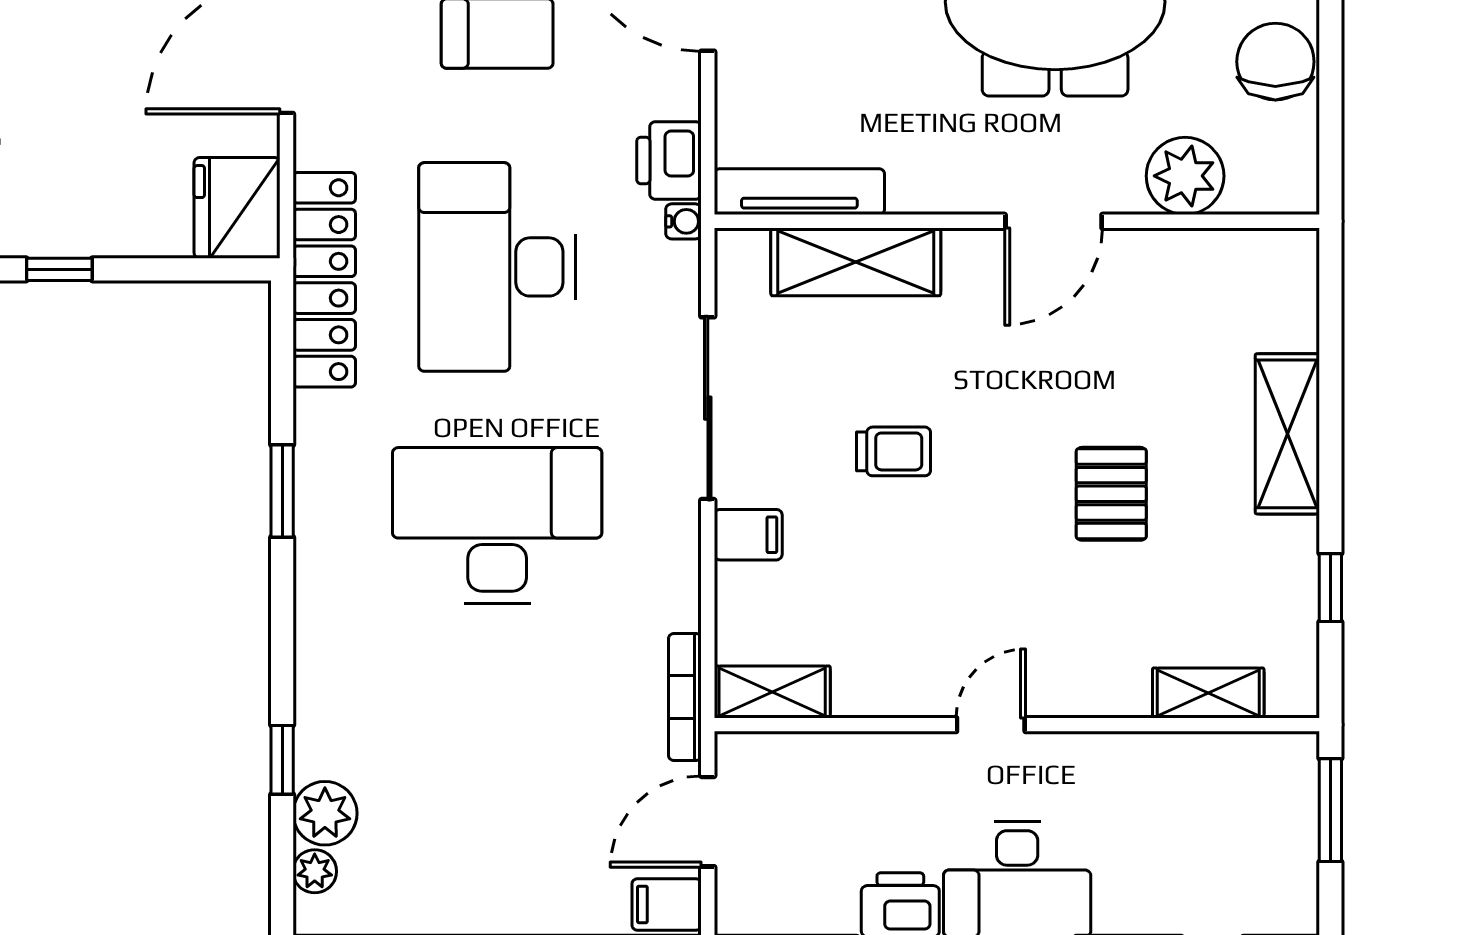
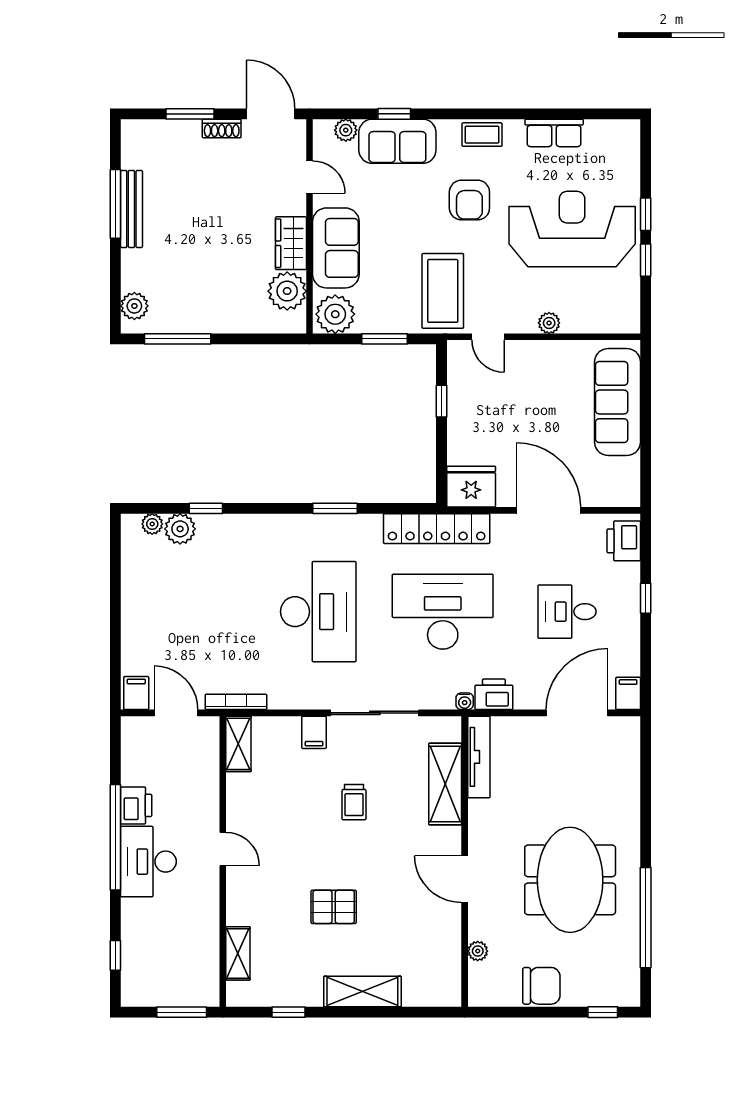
plant: (1185, 176) -> (478, 951), width x0.53, depth x0.53

